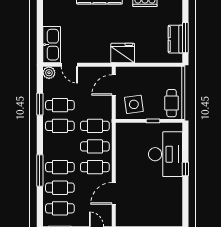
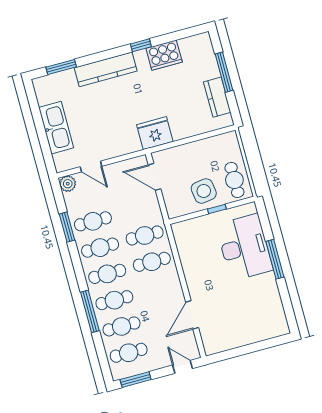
window: (185, 38) -> (224, 72), moved
kitchen sink: (52, 45) -> (56, 128), moved
door: (114, 85) -> (155, 177), hinge flipped
side table: (134, 104) -> (204, 191), moved
cafe table: (95, 167) -> (107, 274), moved
window: (185, 169) -> (275, 259), width x2.17

